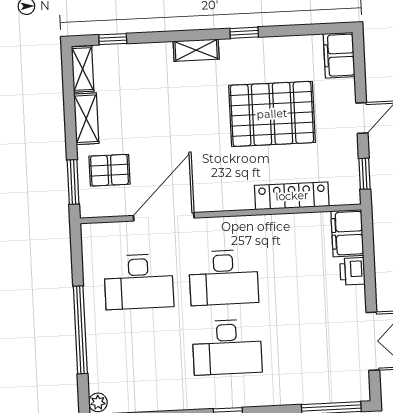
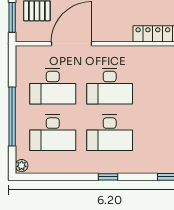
desk: (142, 351) -> (53, 133), added

